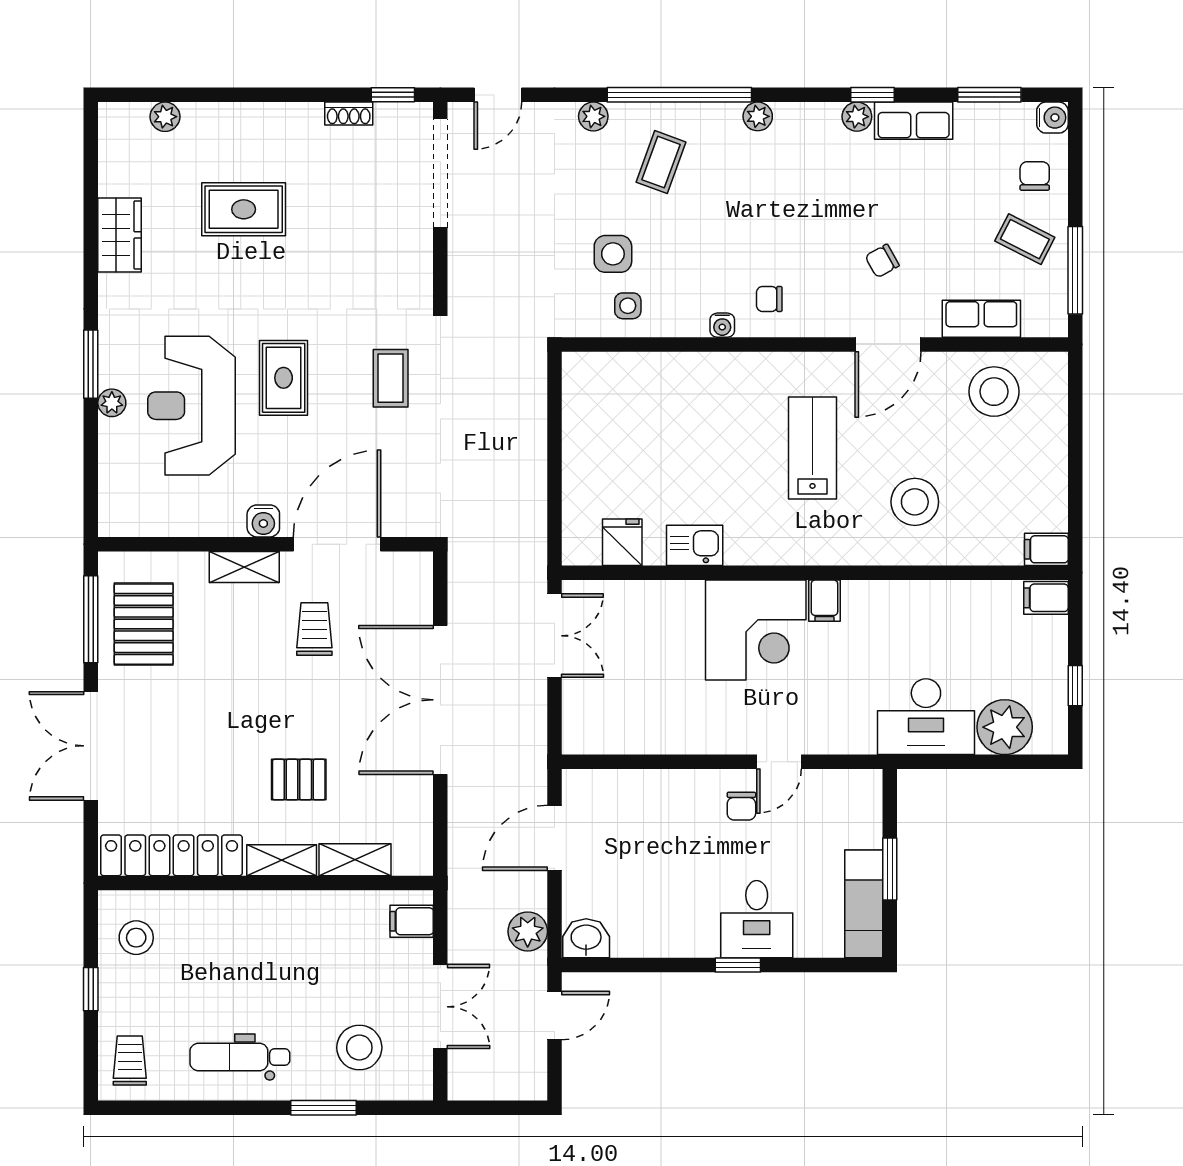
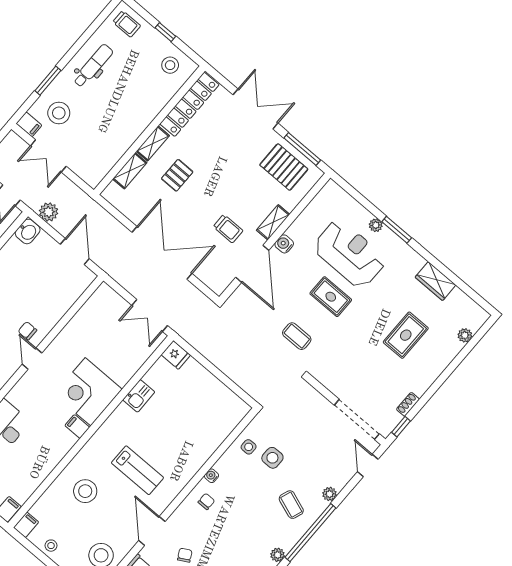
stool: (1045, 483) -> (51, 546), added
fridge: (622, 542) -> (176, 355), moved
filing cabinet: (412, 921) -> (29, 124), moved, turned 90

